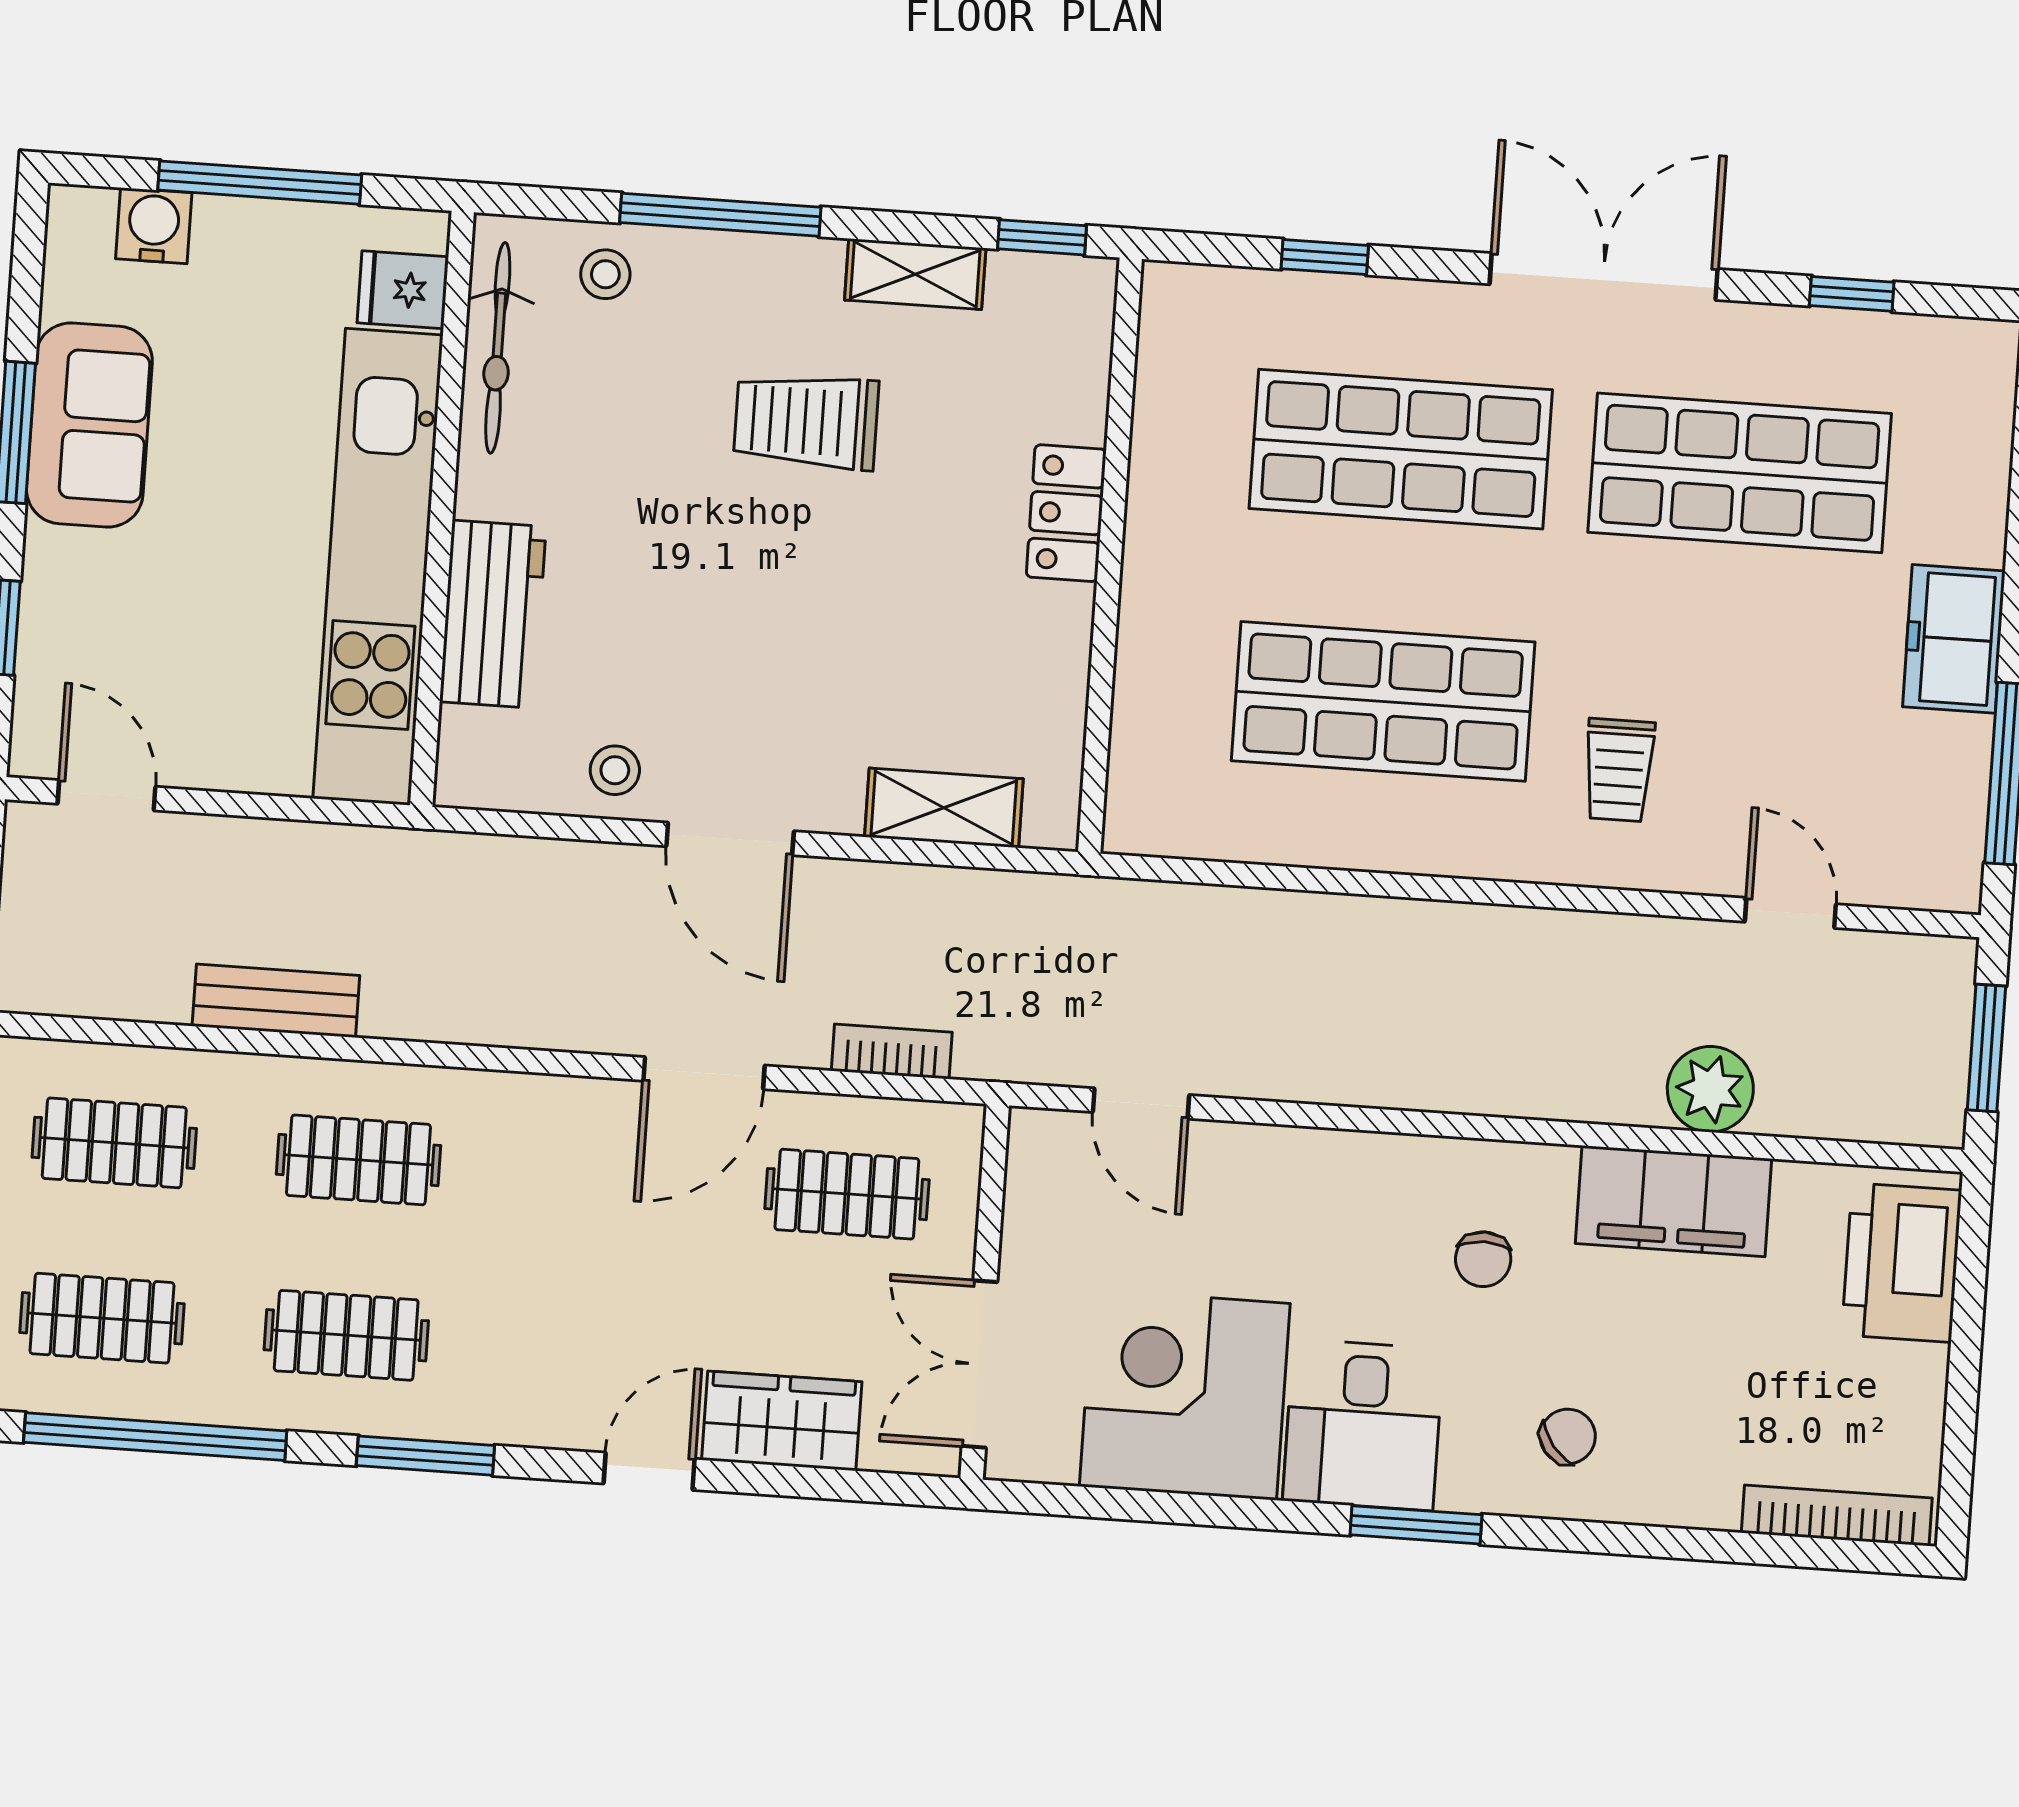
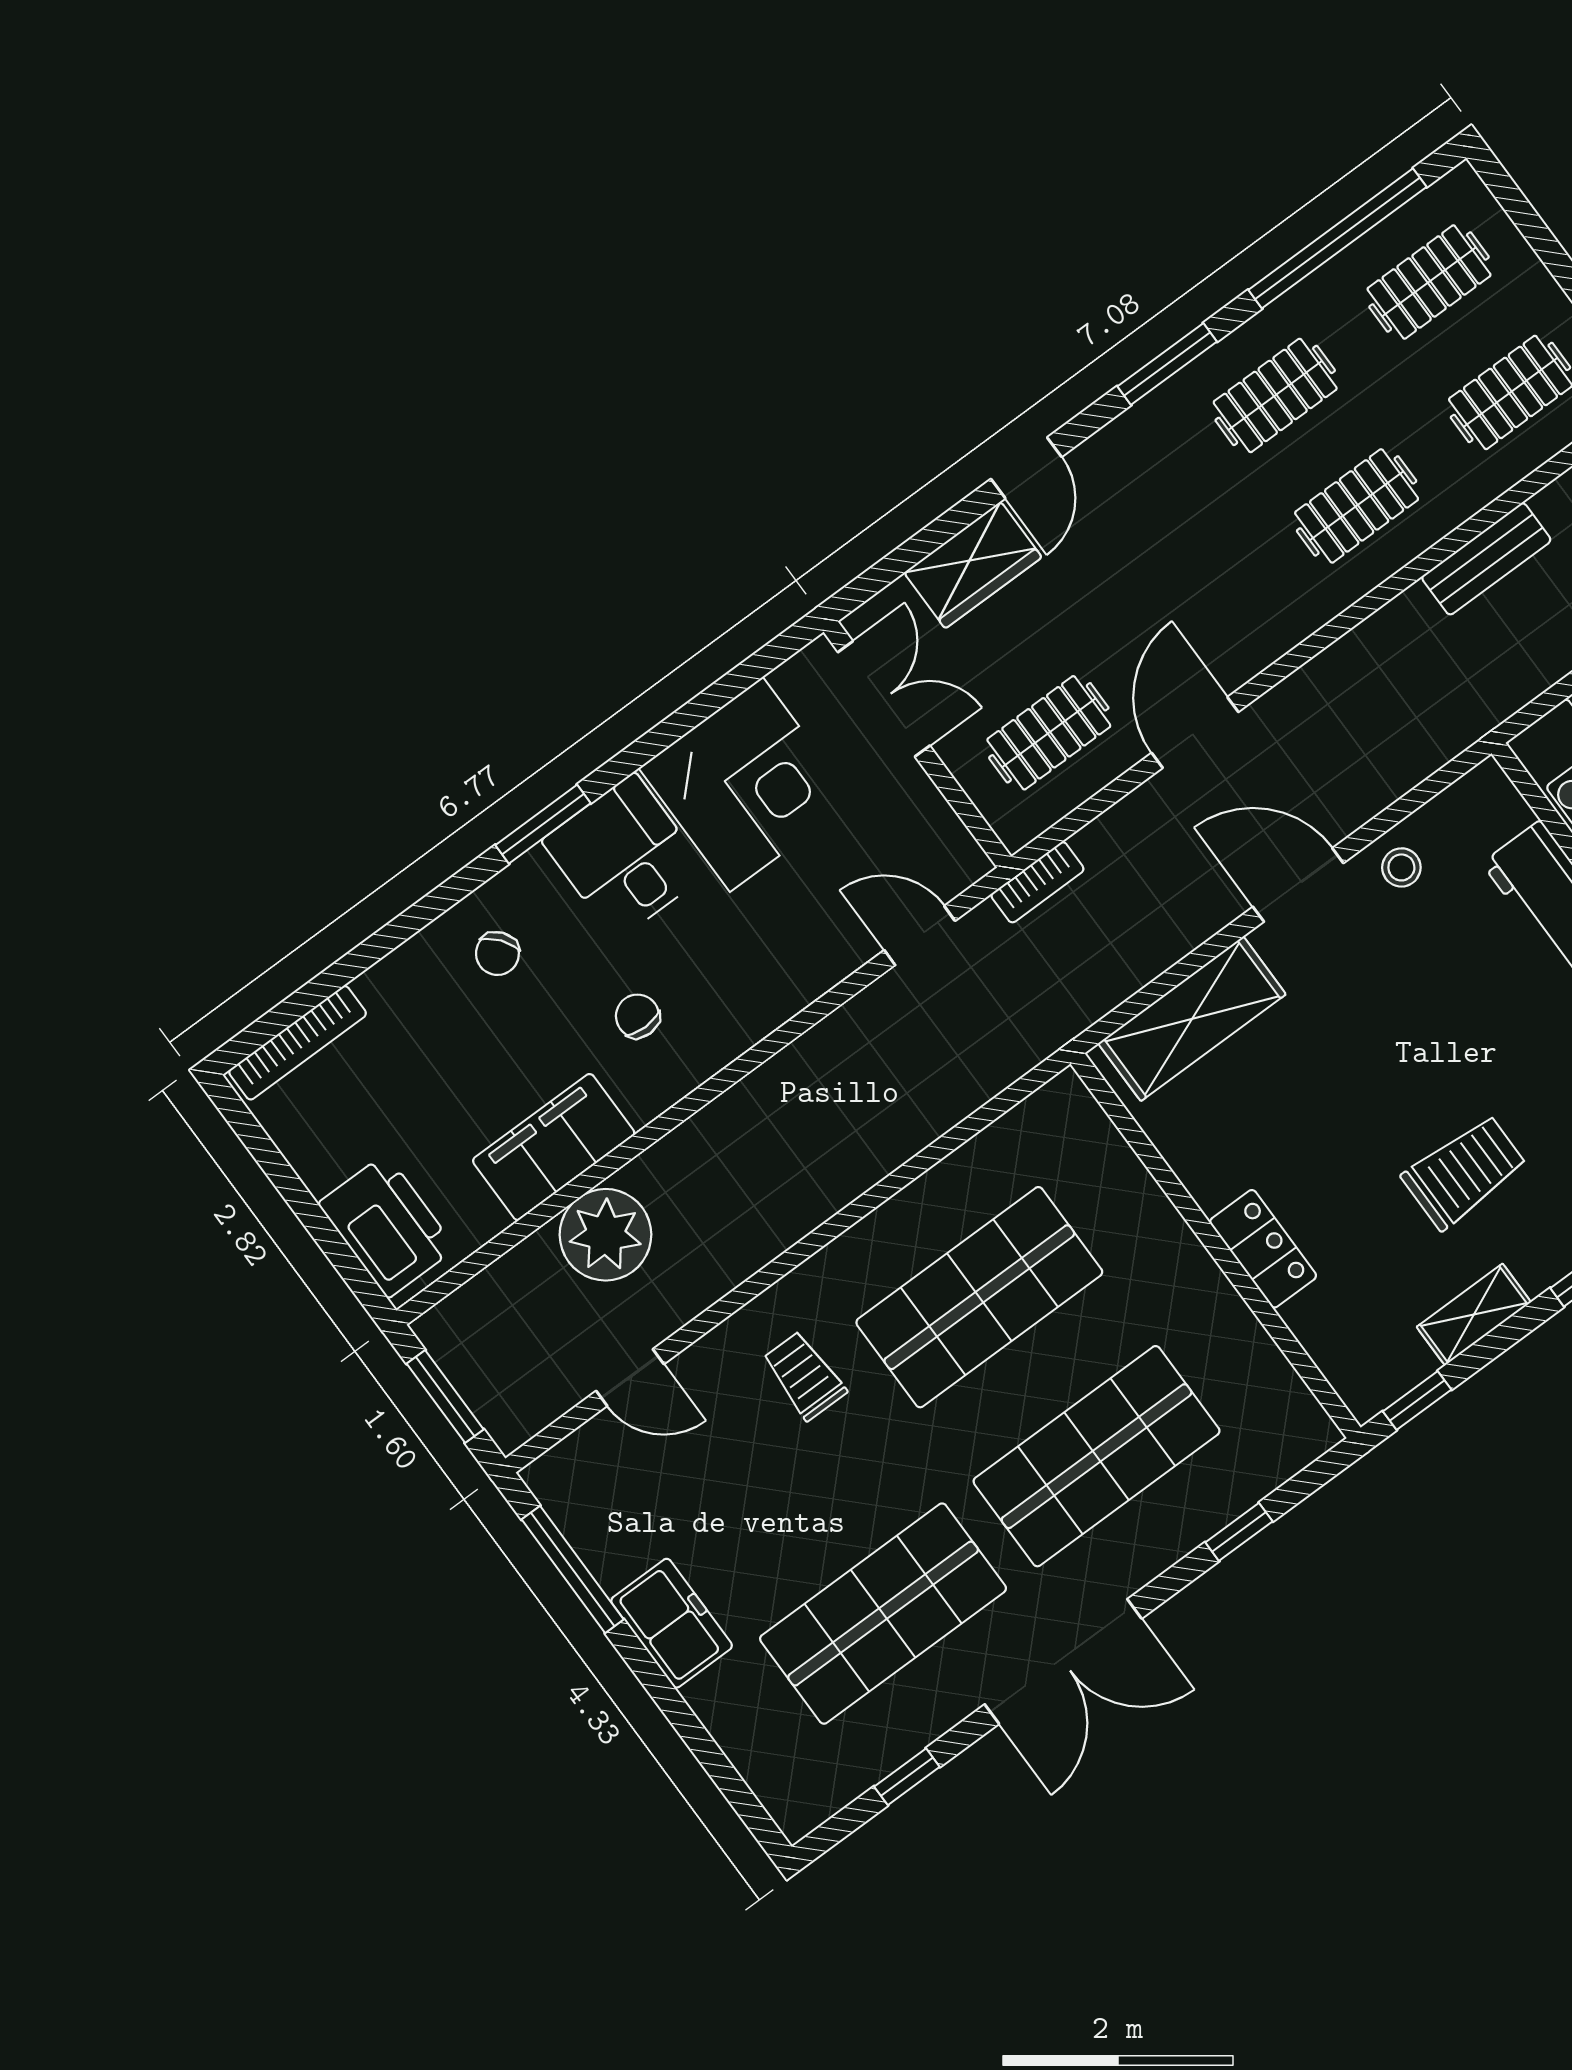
shelving: (944, 808) -> (1192, 1019), width x1.50, depth x1.33
bookcase: (892, 1051) -> (1037, 882), moved
plant: (1710, 1089) -> (605, 1235), width x1.36, depth x1.36

